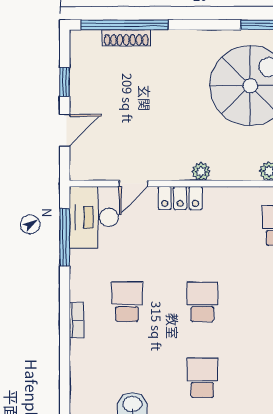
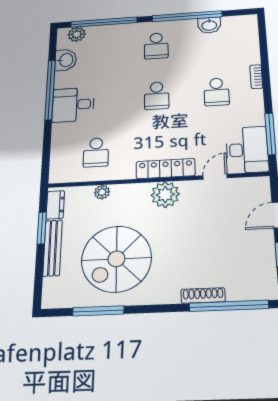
shoe rack: (126, 38) -> (203, 296), moved
plant: (201, 172) -> (165, 195), width x1.87, depth x1.87
locker: (180, 198) -> (166, 169), width x1.53

